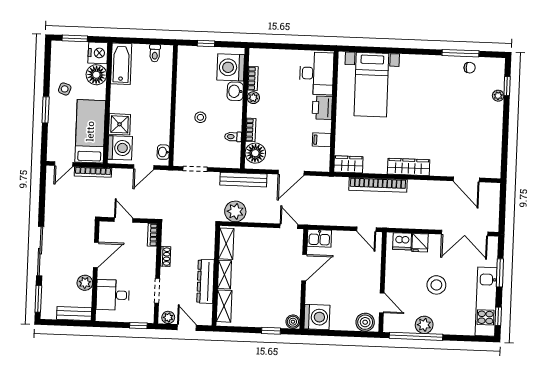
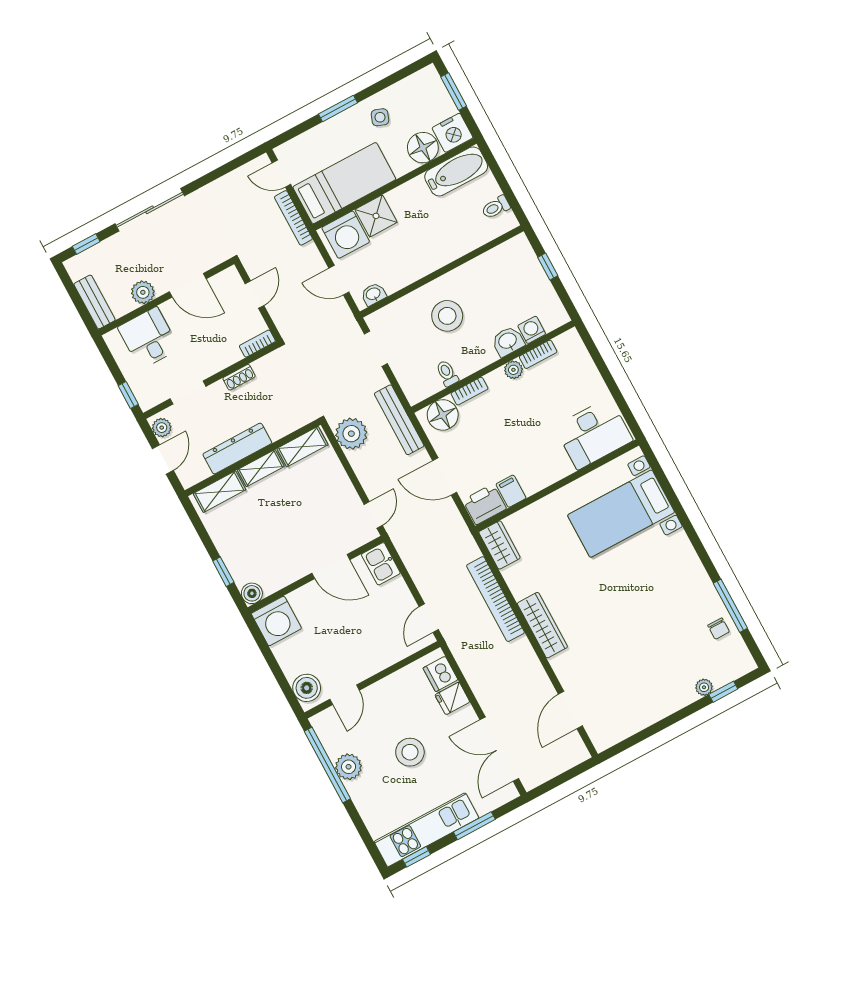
washing machine: (231, 67) -> (532, 330), width x0.53, depth x0.53
printer: (322, 108) -> (484, 504), moved
stool: (200, 117) -> (447, 316), width x1.89, depth x1.89
window: (38, 299) -> (86, 244), width x0.67

